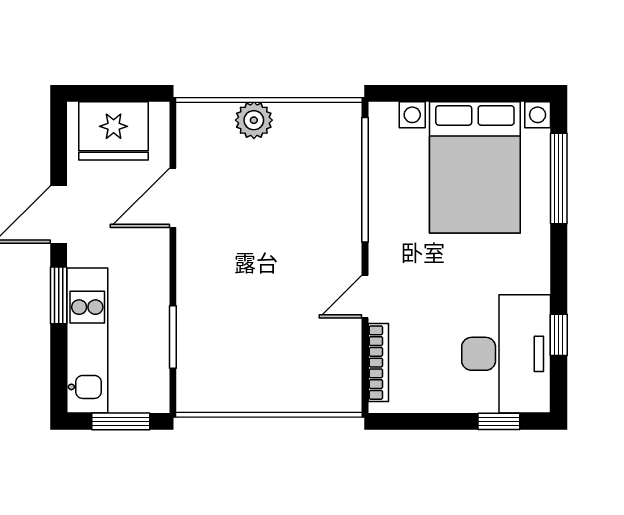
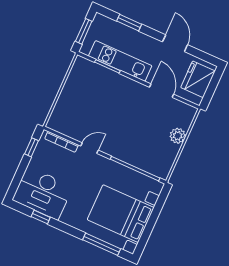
window: (59, 295) -> (129, 23), moved
door: (365, 297) -> (89, 148), hinge flipped
kitchen unit: (87, 340) -> (120, 61), moved, turned 180
window: (499, 421) -> (32, 147), moved

